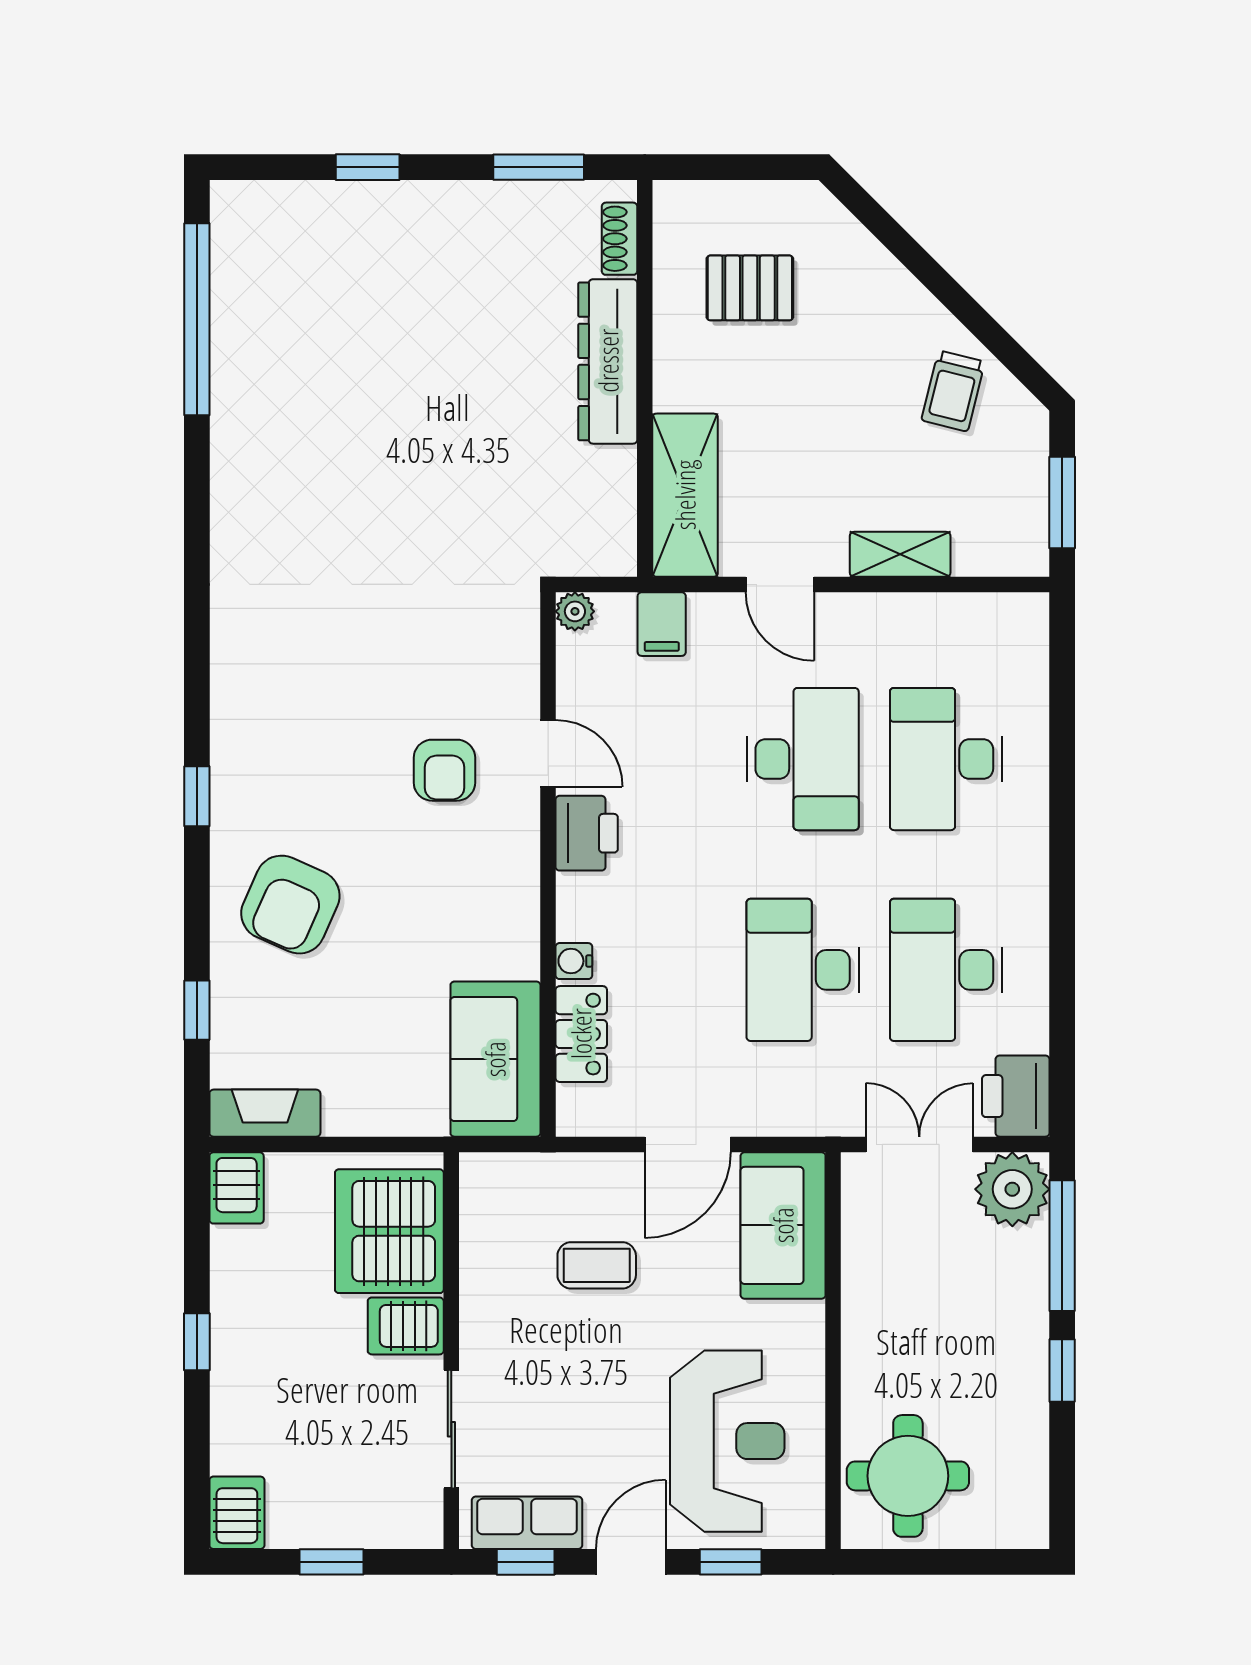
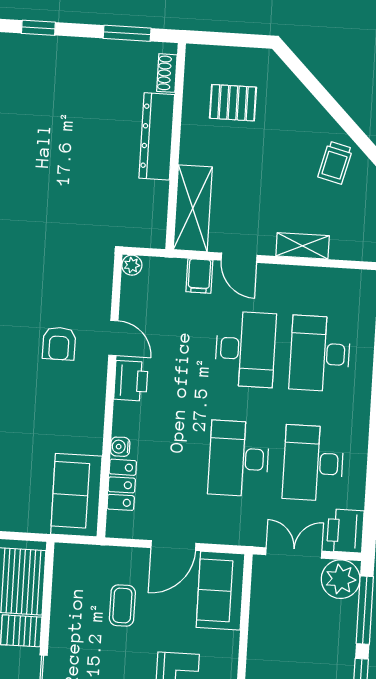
filing cabinet: (662, 624) -> (199, 276), moved
coffee table: (597, 1265) -> (122, 605), turned 90

